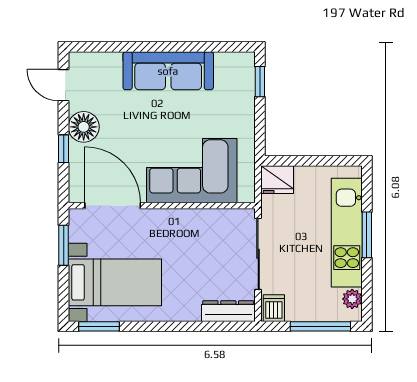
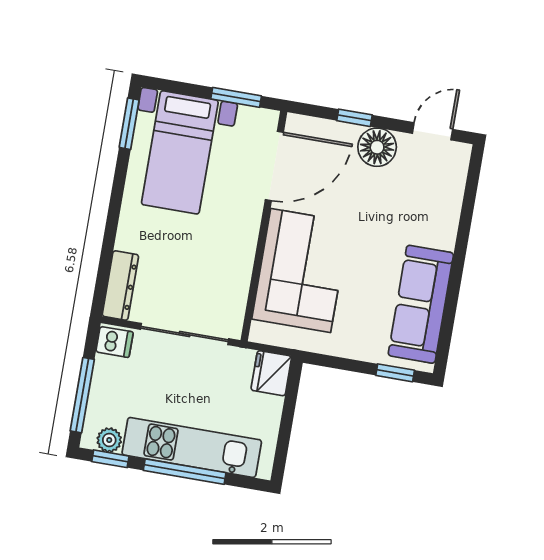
sofa: (168, 71) -> (421, 304), moved
window: (367, 235) -> (185, 472), width x1.44
window: (367, 295) -> (110, 459), added

